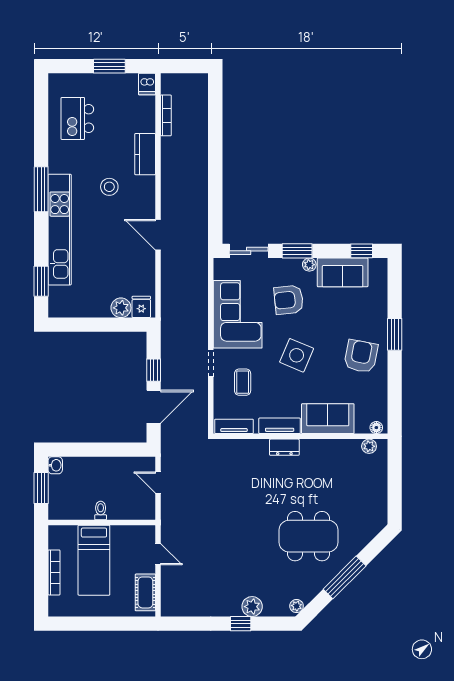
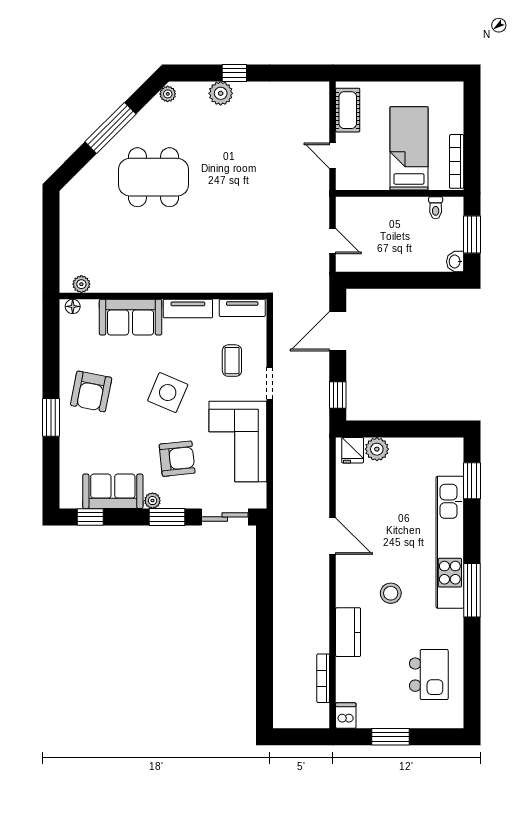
window: (154, 370) -> (338, 395), moved
dresser: (284, 447) -> (182, 283), removed
toilet: (101, 510) -> (436, 208), moved
bookcase: (54, 572) -> (457, 161), moved

